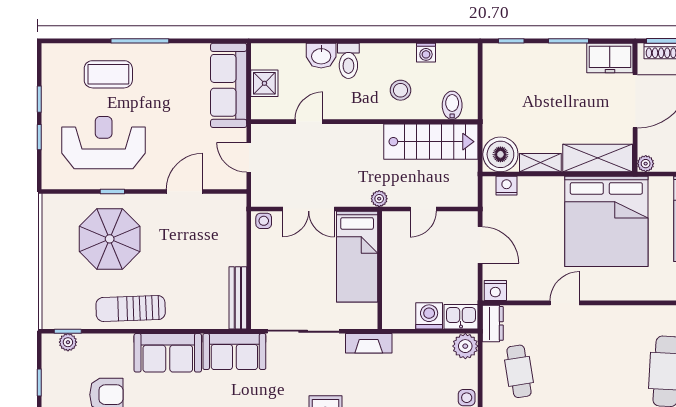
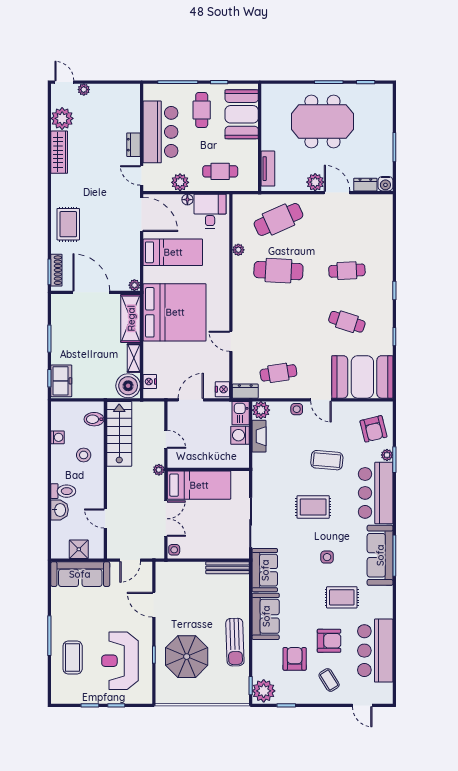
freezer: (610, 58) -> (61, 381), moved
plant: (68, 342) -> (264, 691), width x1.87, depth x1.87
fireplace: (369, 343) -> (259, 436), moved

